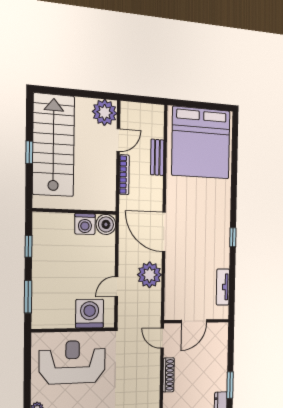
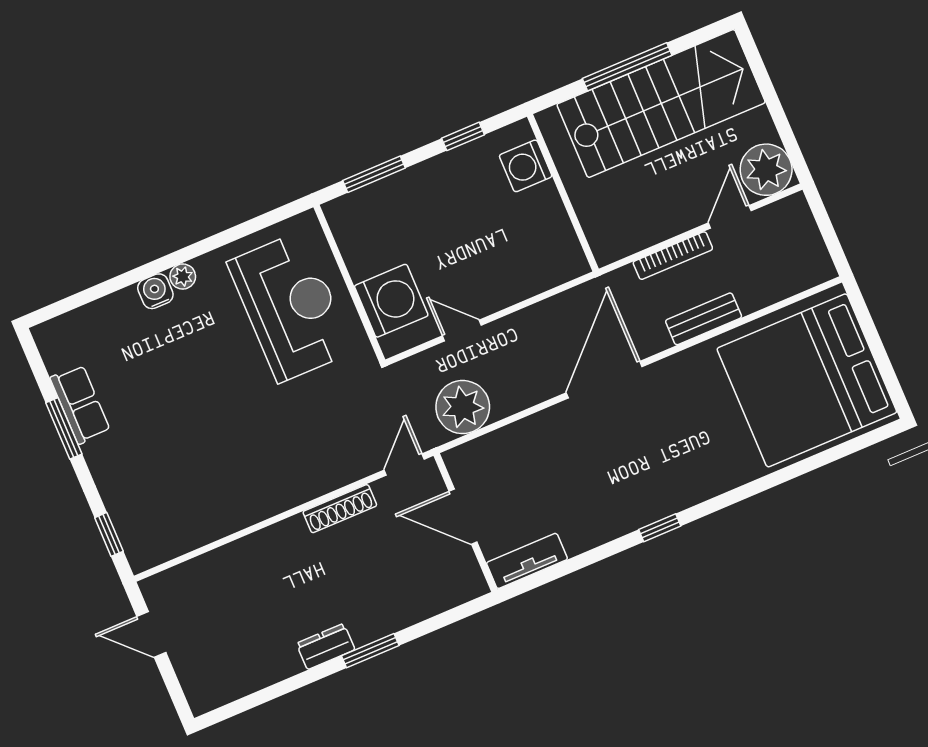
door: (118, 140) -> (730, 217), swing flipped
window: (29, 152) -> (627, 67), width x2.17
bench: (157, 157) -> (704, 319), moved
washing machine: (85, 224) -> (526, 166), moved
boiler: (106, 224) -> (566, 261), removed
plant: (150, 275) -> (463, 407), moved
tv unit: (223, 287) -> (527, 561), moved

